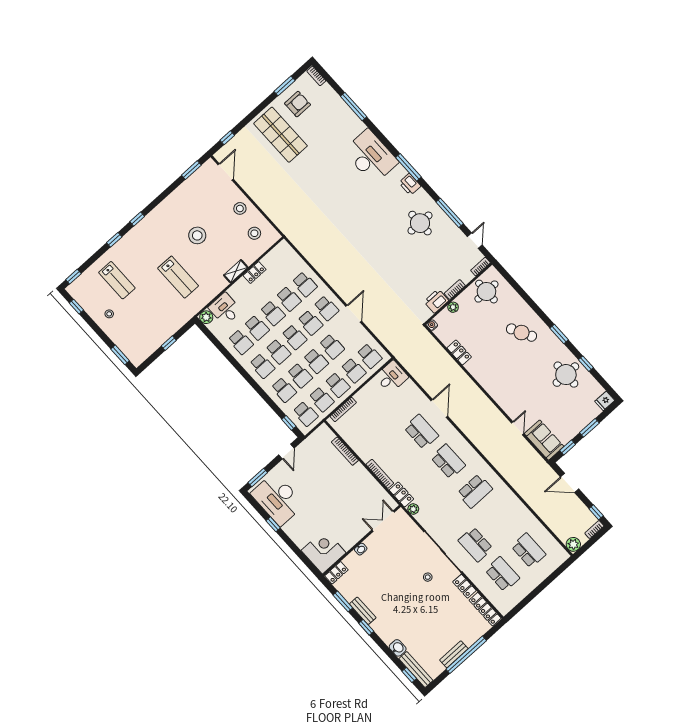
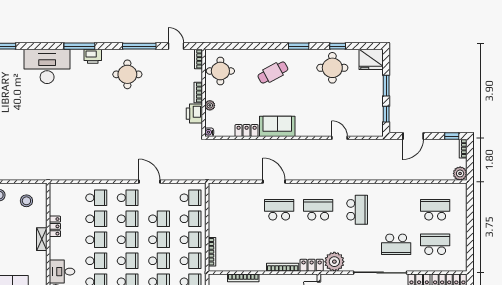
desk: (392, 377) -> (220, 195), removed
fridge: (605, 401) -> (371, 59), width x1.88, depth x1.34
sofa: (544, 440) -> (277, 126), moved
plant: (413, 509) -> (334, 262), width x1.88, depth x1.88

